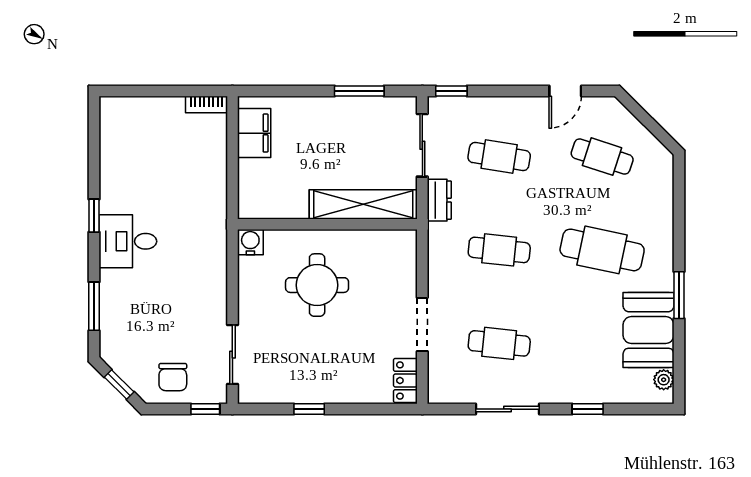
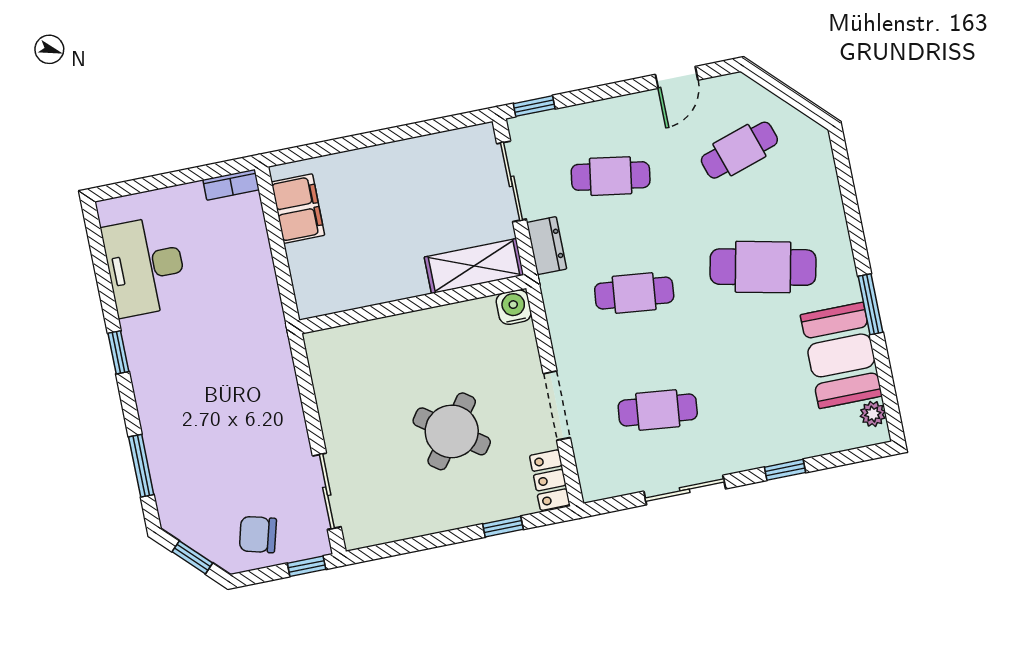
window: (359, 91) -> (419, 129), removed
cafe table: (602, 157) -> (739, 150), turned -36
shelving: (363, 204) -> (474, 266), width x0.68
desk: (128, 241) -> (145, 266), moved, width x1.37
water cooler: (250, 242) -> (514, 307), moved
round table: (317, 285) -> (452, 431), moved, turned 36
chair: (173, 377) -> (258, 535), turned 105
window: (309, 409) -> (503, 527), moved

